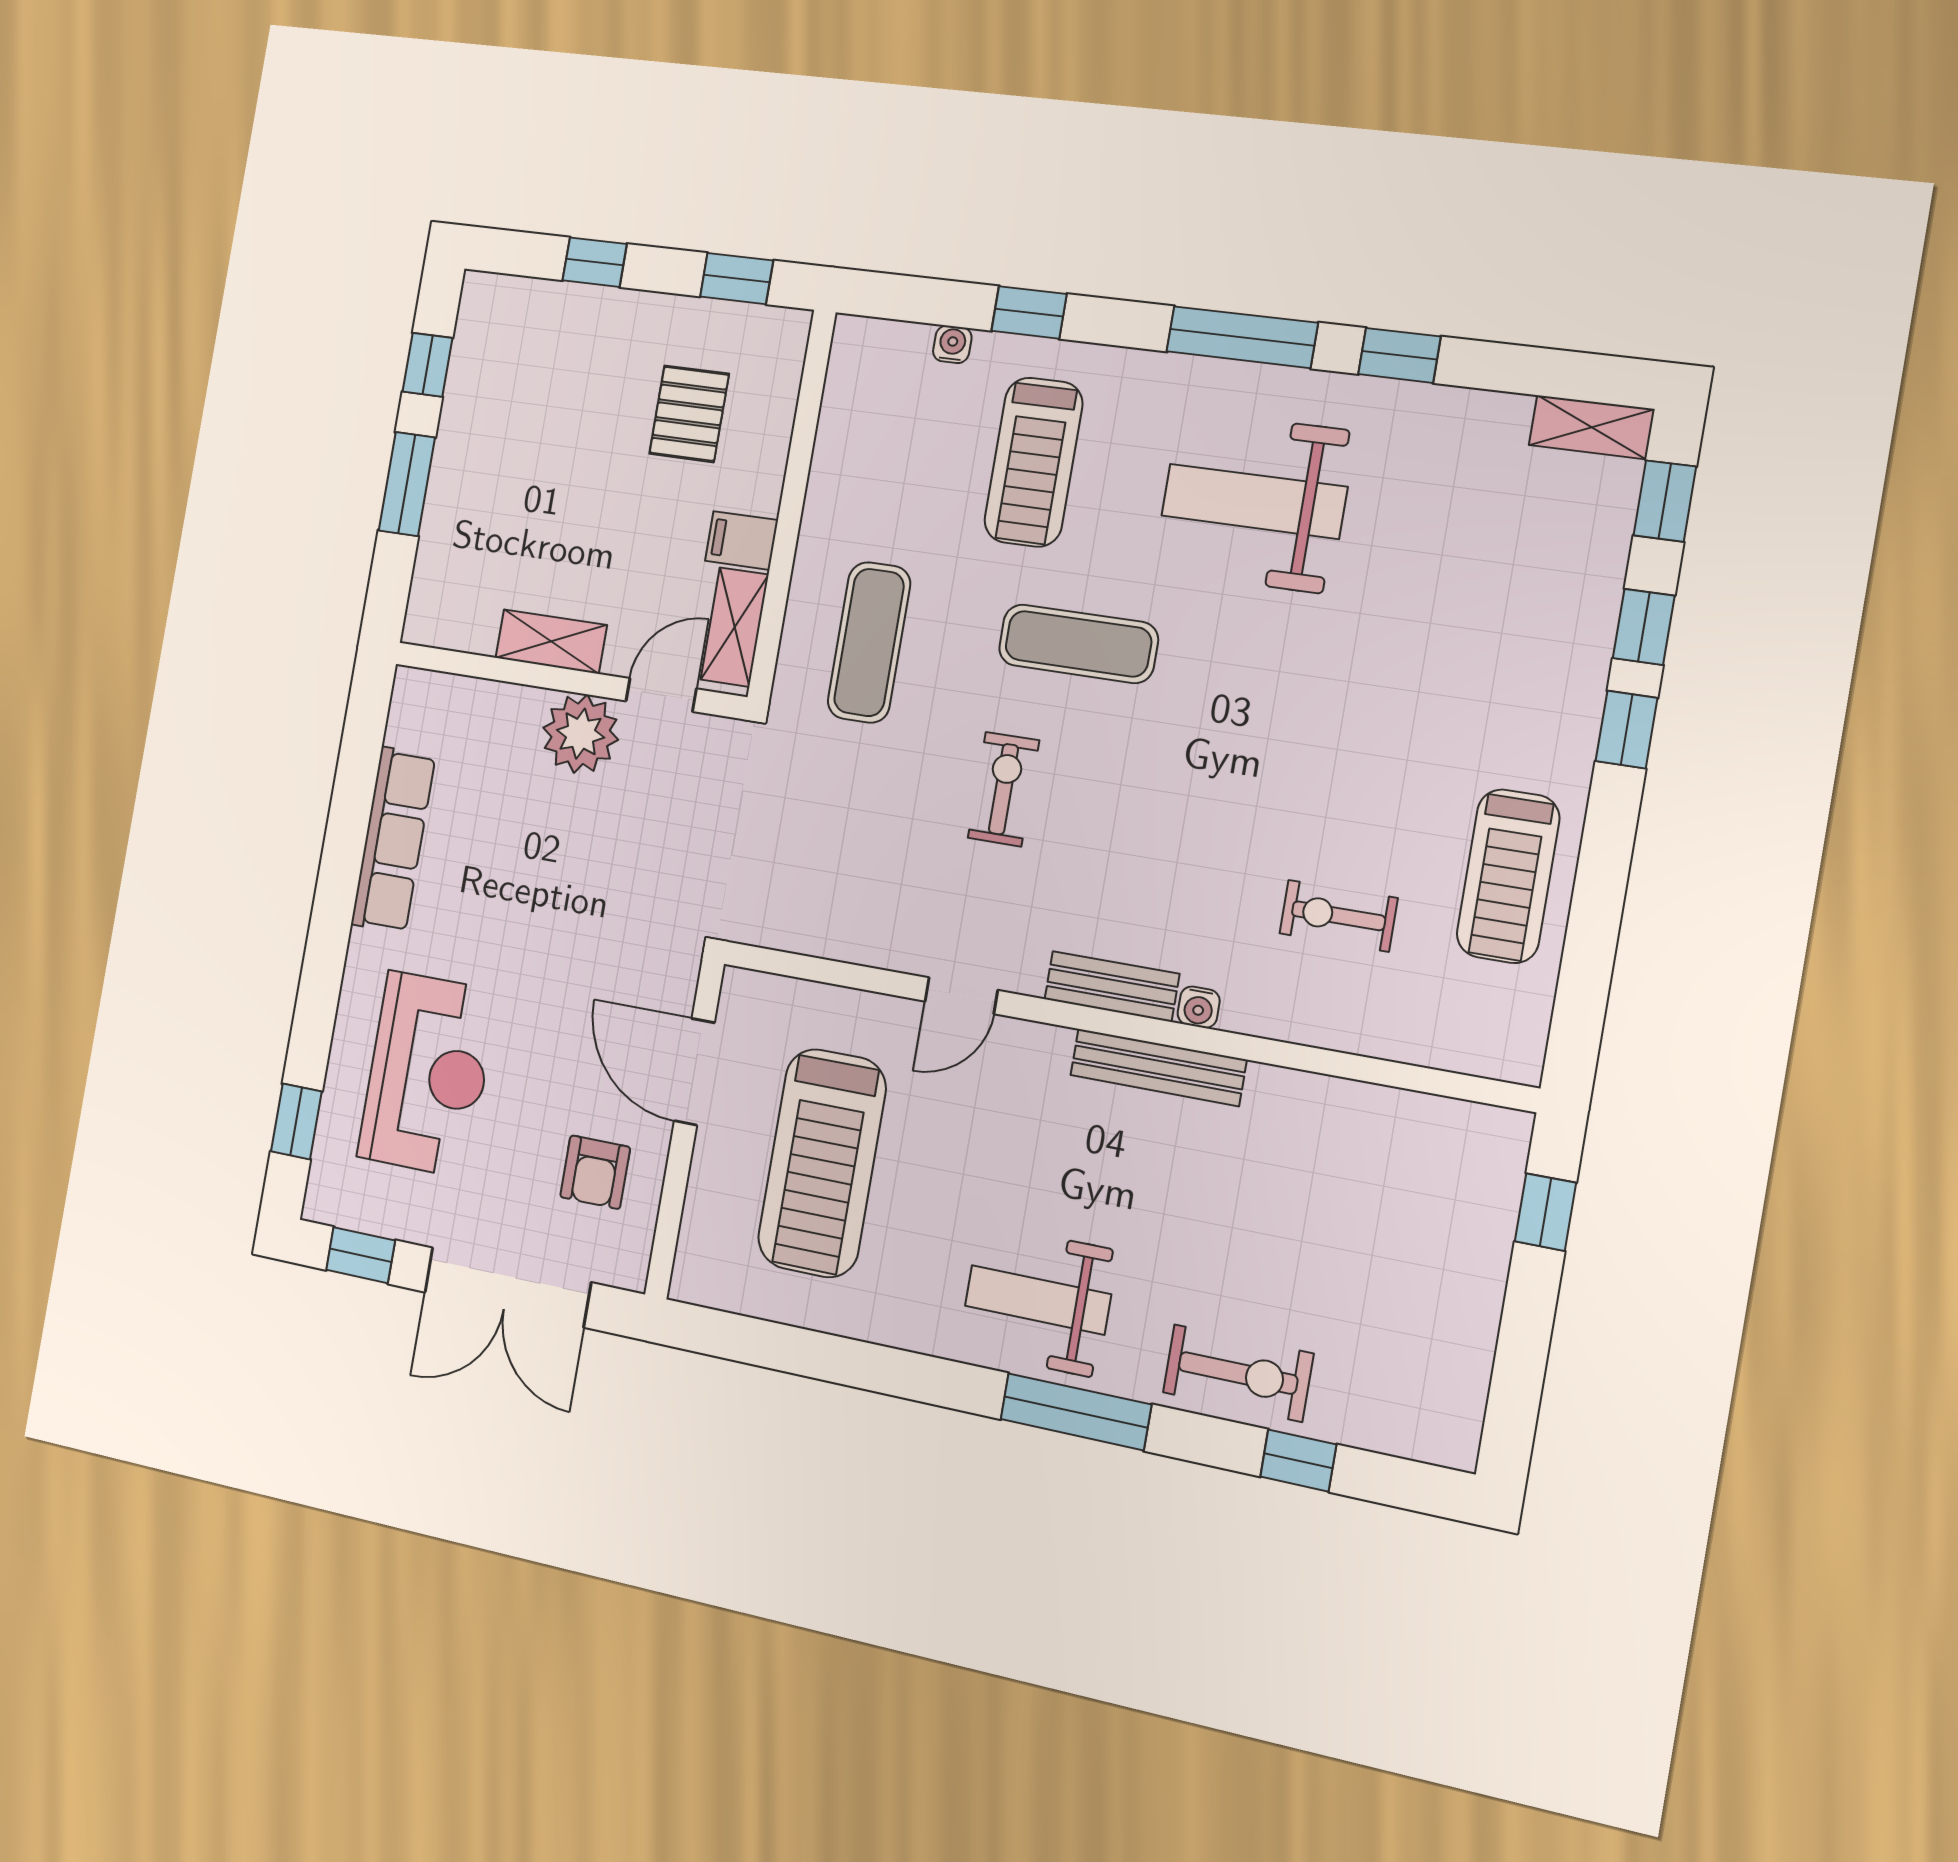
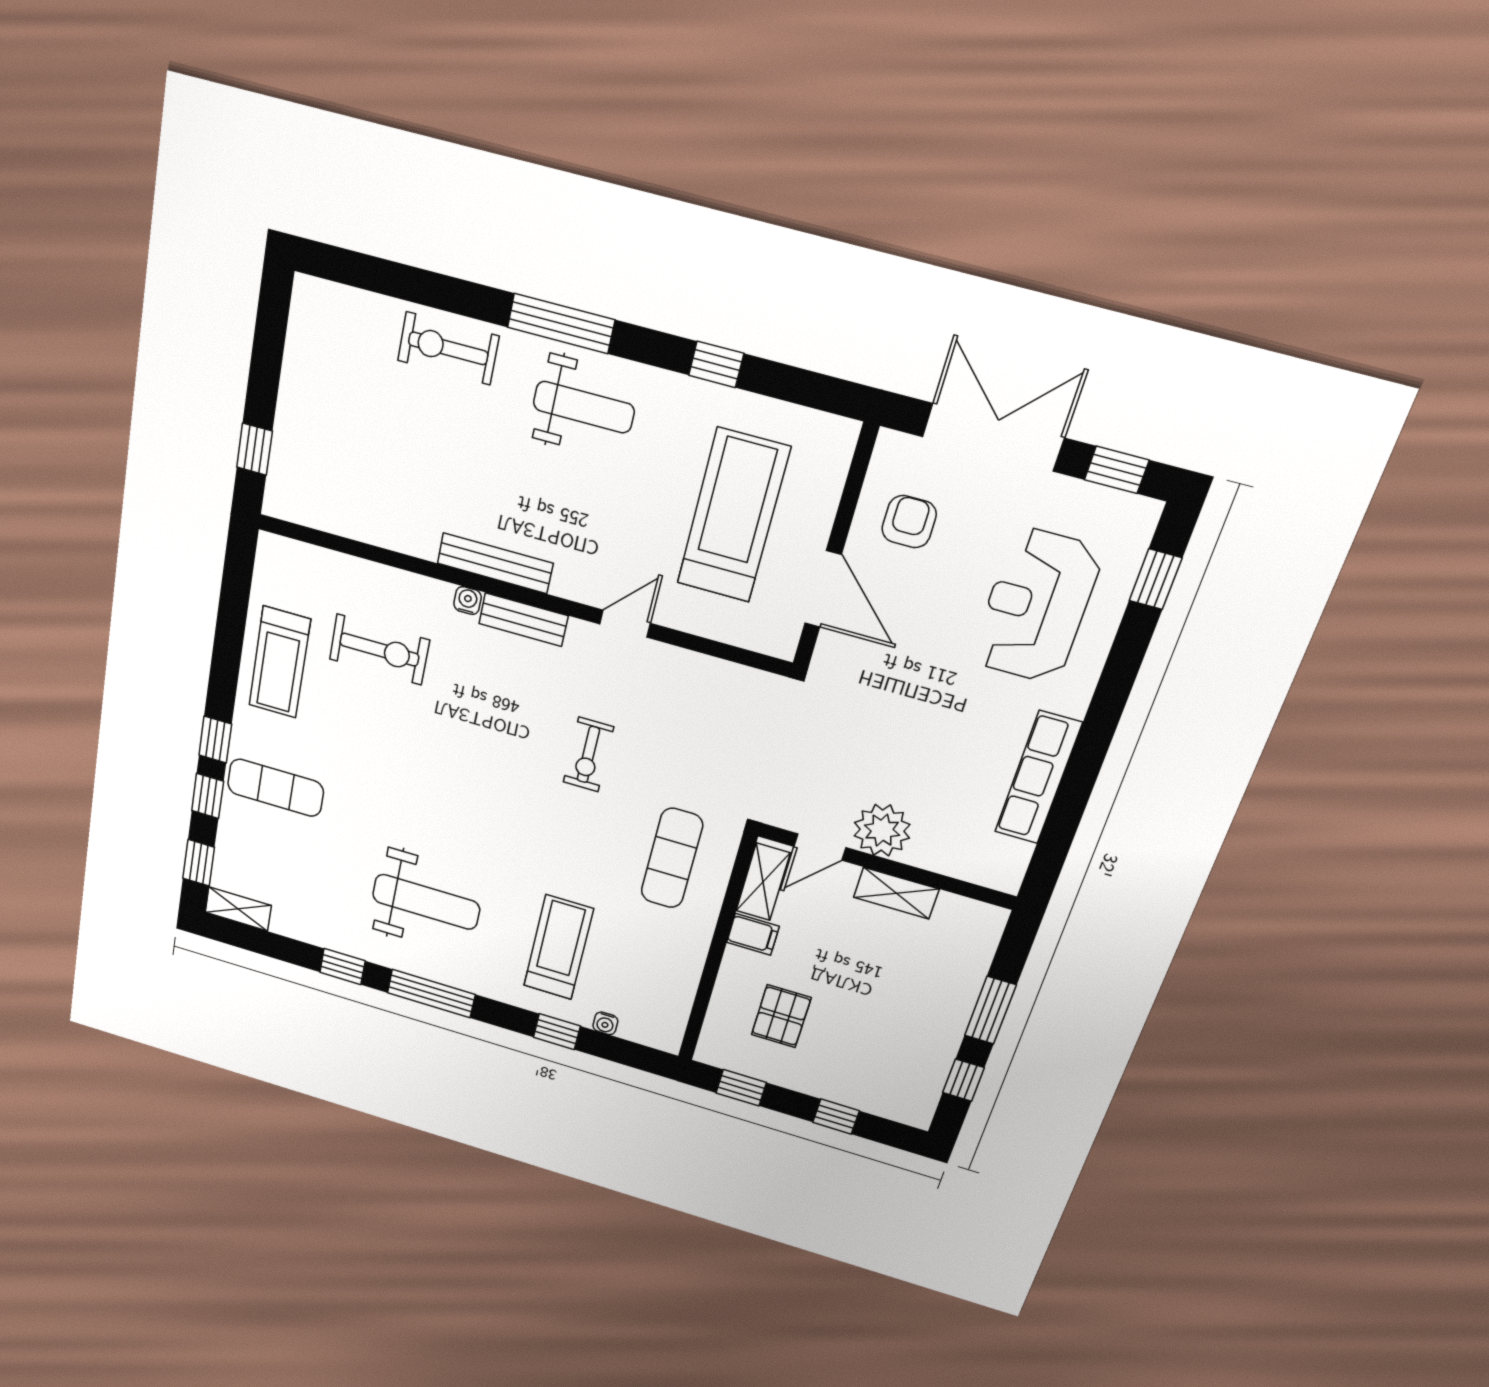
exercise mat: (1078, 644) -> (276, 788), moved
treadmill: (1508, 876) -> (280, 662), turned 180
exercise bike: (1338, 916) -> (379, 650), width x1.38, depth x1.39
window: (1298, 1461) -> (716, 364), moved

